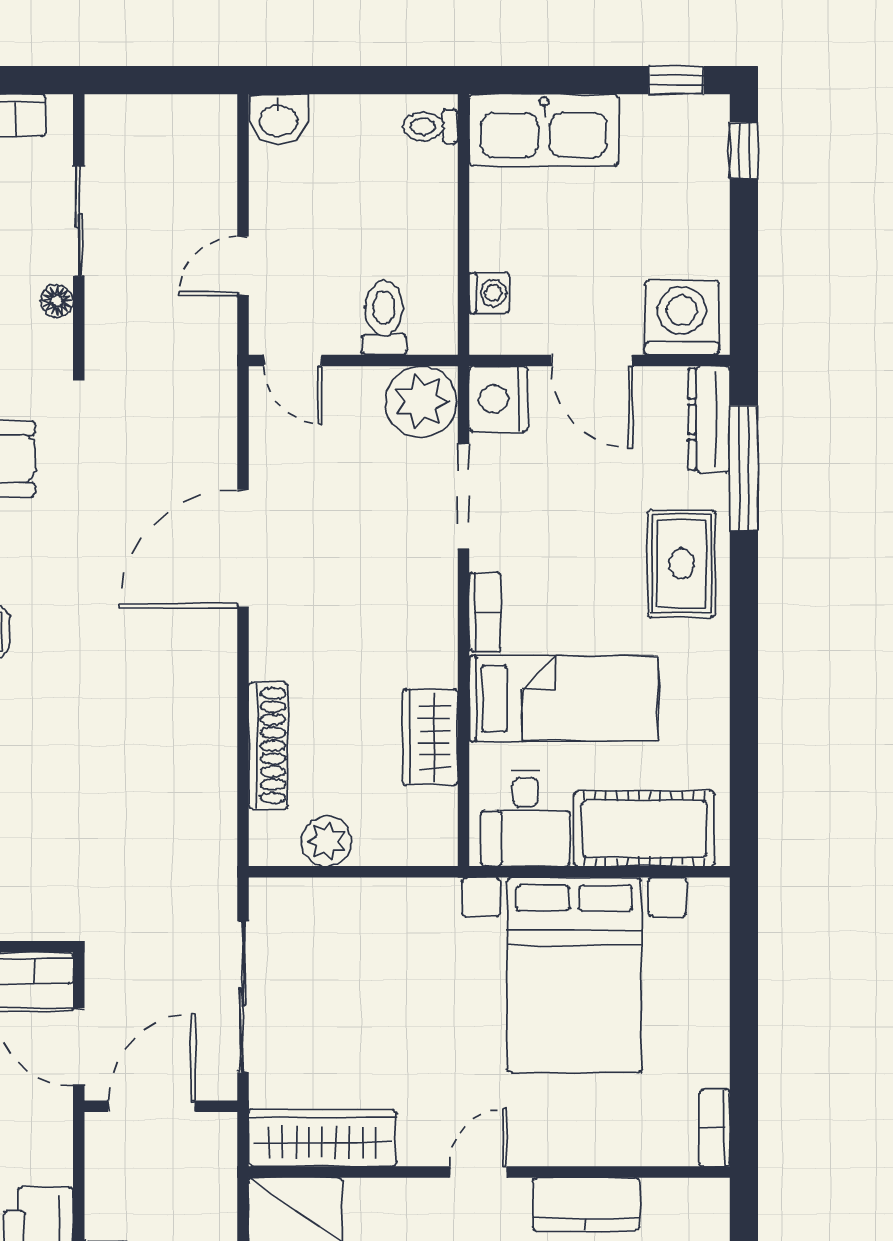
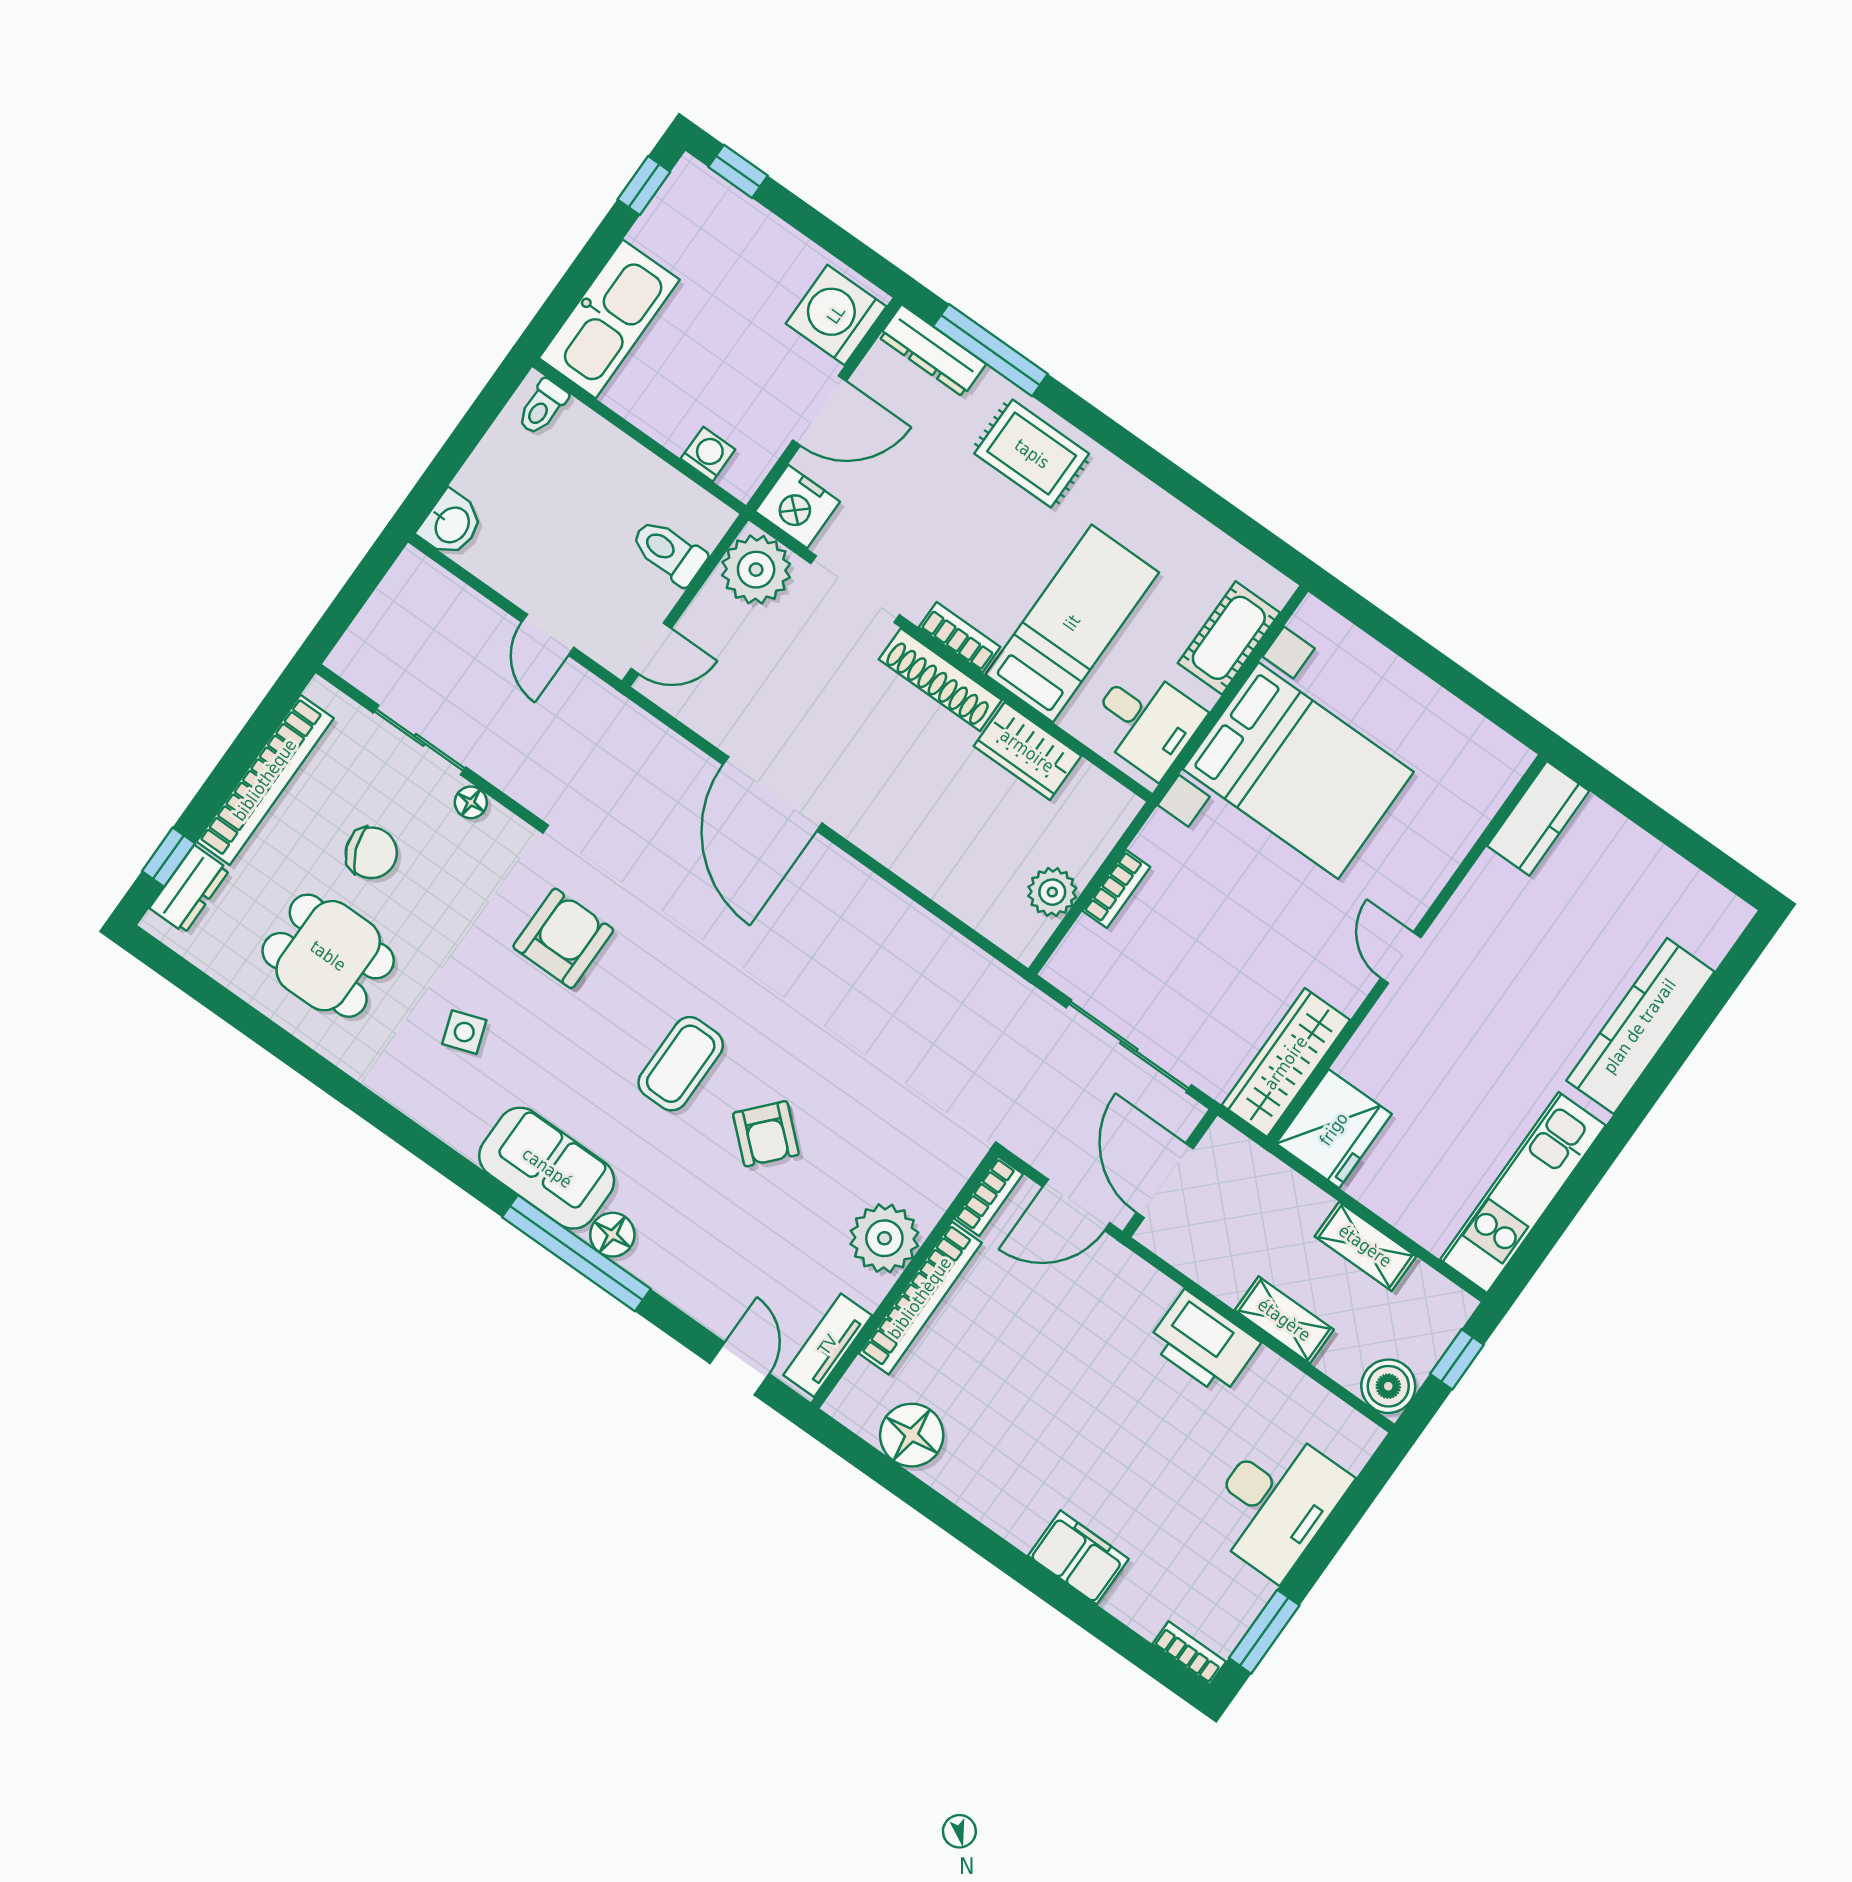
shoe rack: (268, 746) -> (940, 680), moved, turned 180
cot: (644, 829) -> (1229, 638), width x0.73, depth x0.75
bookcase: (714, 1128) -> (1116, 889), moved, turned -90
kitchen counter: (586, 1204) -> (1538, 818), moved

